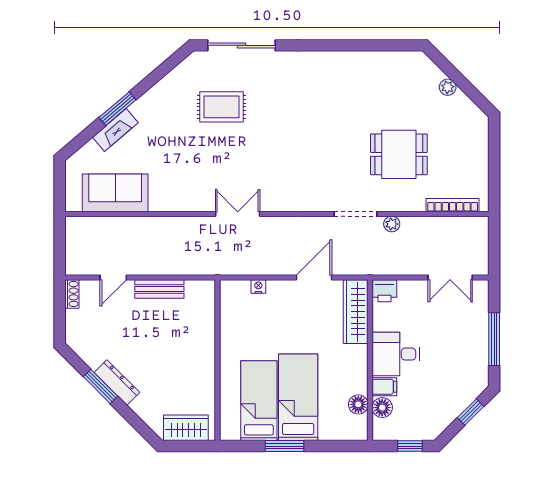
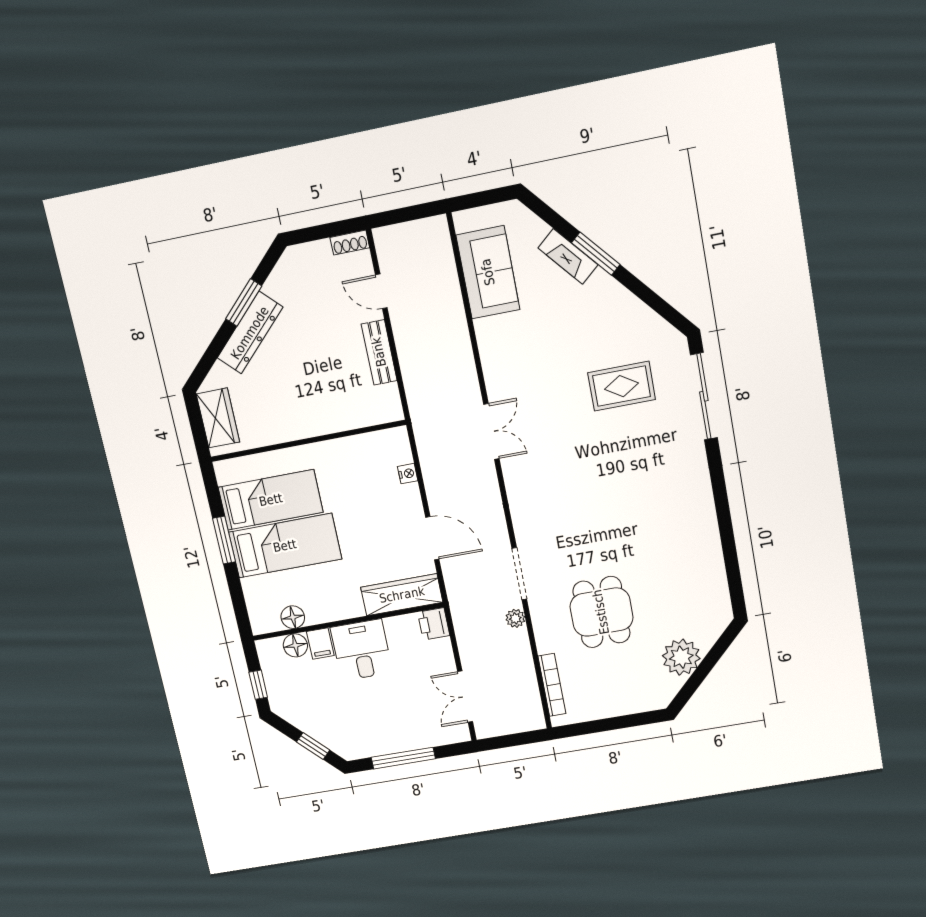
plant: (448, 87) -> (681, 657), width x1.87, depth x1.87
rug: (222, 107) -> (622, 386), turned 90
dresser: (117, 382) -> (250, 333), width x1.37, depth x1.24

